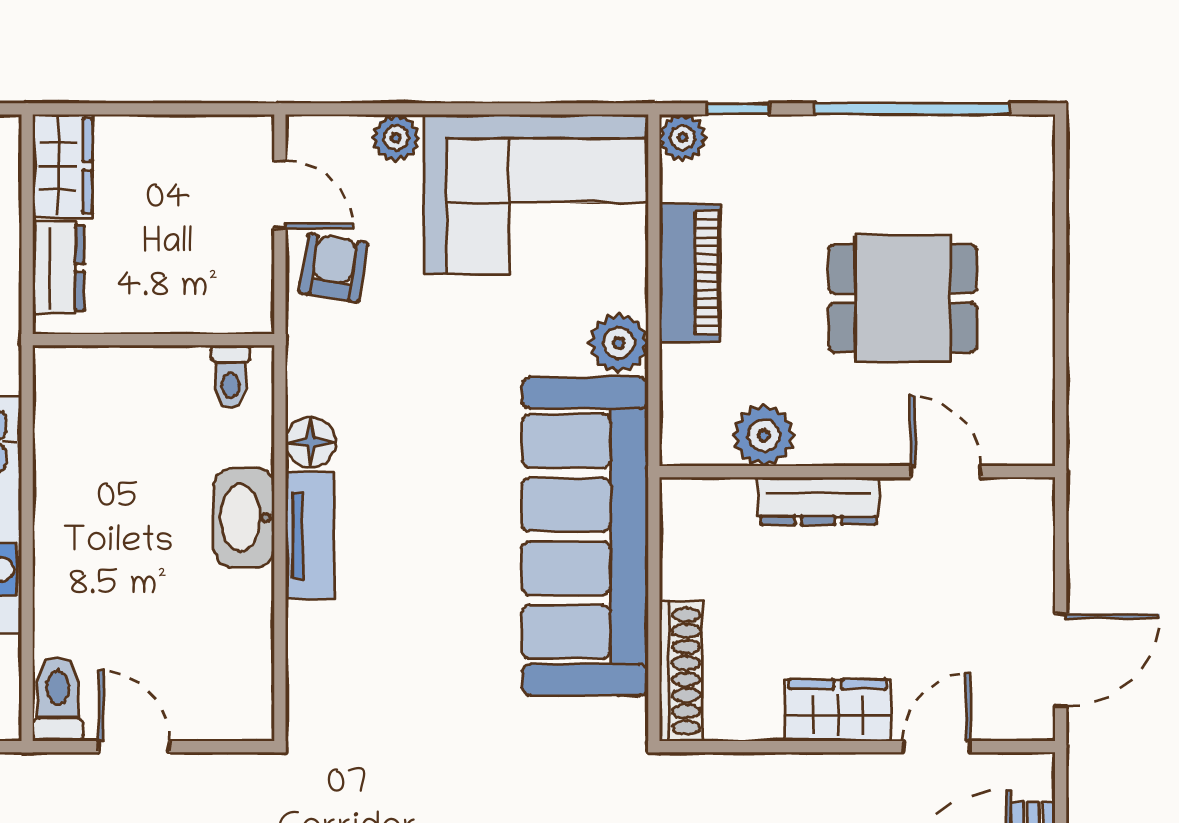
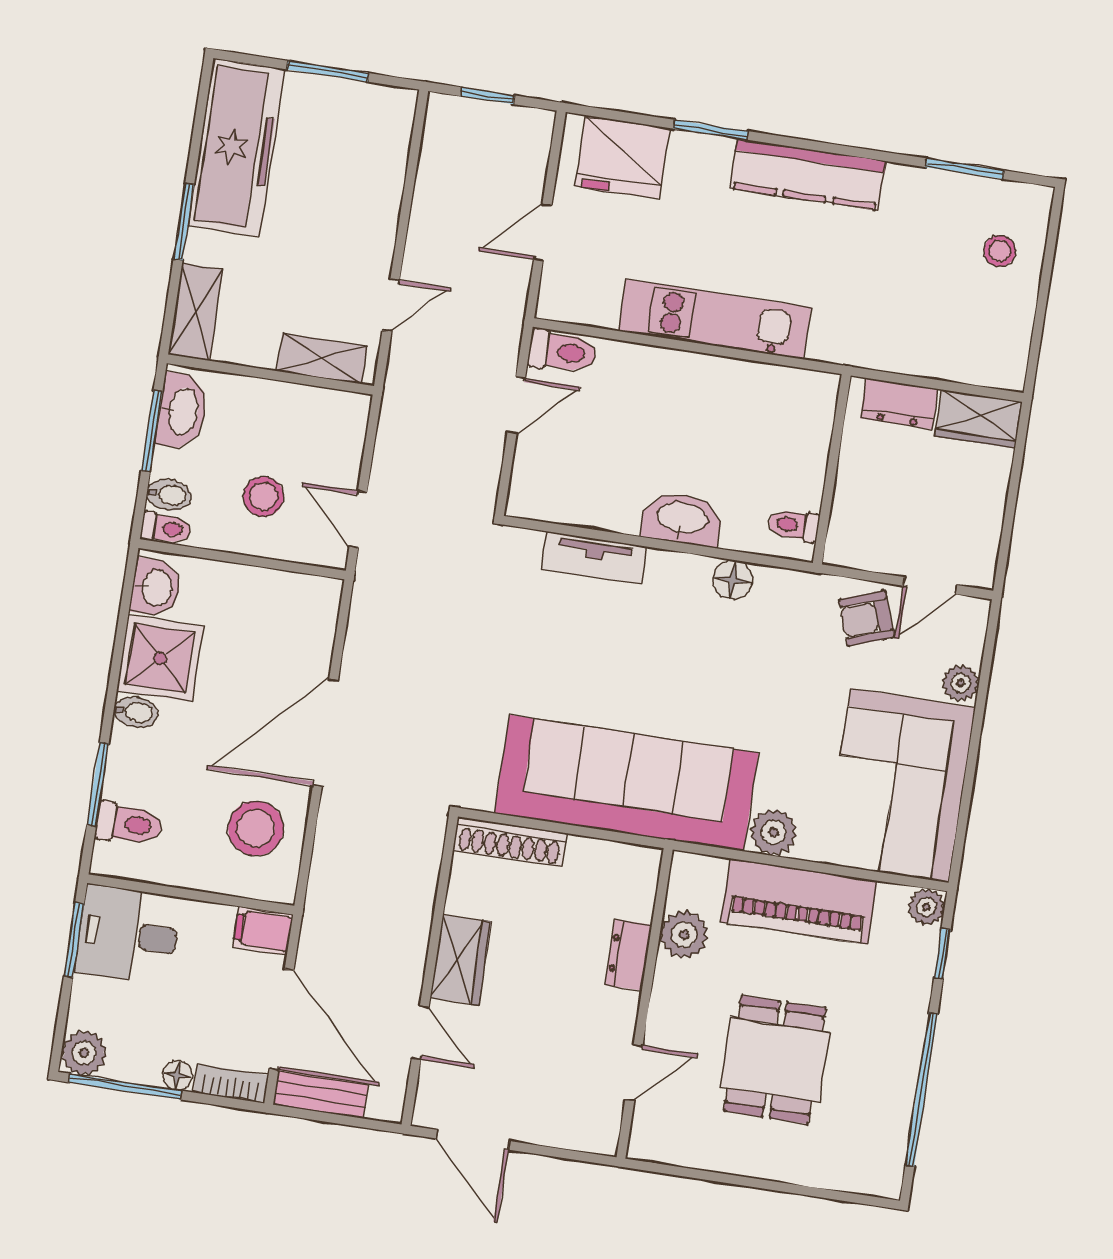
armchair: (333, 268) -> (866, 618), turned 151
piano: (690, 273) -> (799, 901), width x1.37, depth x1.33
dresser: (818, 501) -> (629, 955), width x0.70
tv unit: (310, 535) -> (594, 558), moved

